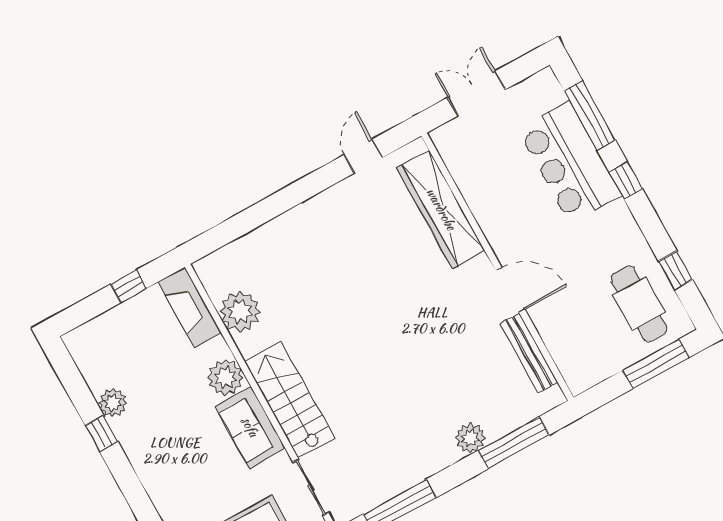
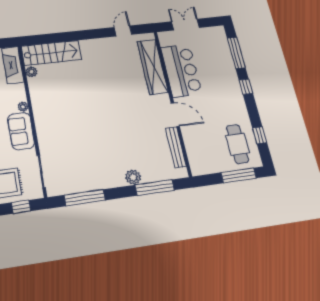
bar counter: (570, 162) -> (181, 71), moved, turned 180
plant: (240, 311) -> (31, 72), width x0.53, depth x0.53
plant: (225, 377) -> (23, 107), width x0.53, depth x0.53
stairs: (289, 400) -> (51, 53), moved, turned 90

